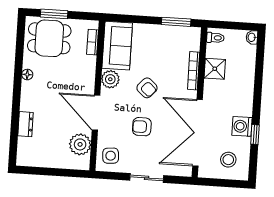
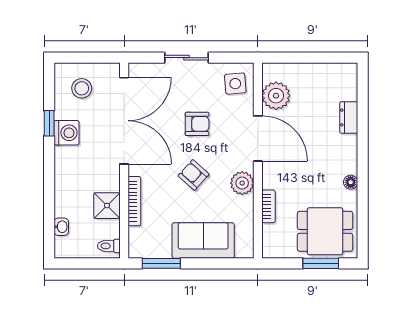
washbasin: (252, 37) -> (61, 227), moved
bookcase: (92, 42) -> (268, 206), moved
sofa: (117, 46) -> (203, 240), moved, turned 90

